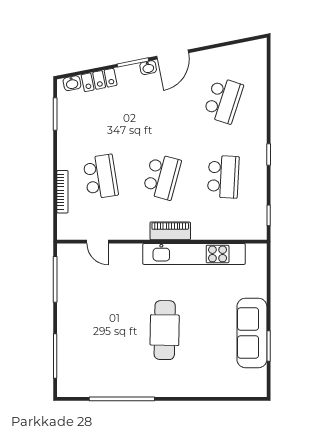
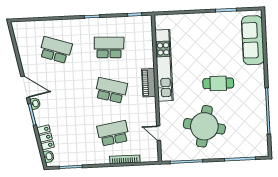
door: (98, 242) -> (159, 133), swing flipped
round table: (104, 307) -> (204, 126), added
cafe table: (165, 330) -> (218, 83), width x0.73, depth x0.74
sofa: (252, 333) -> (253, 40), moved, turned 90

